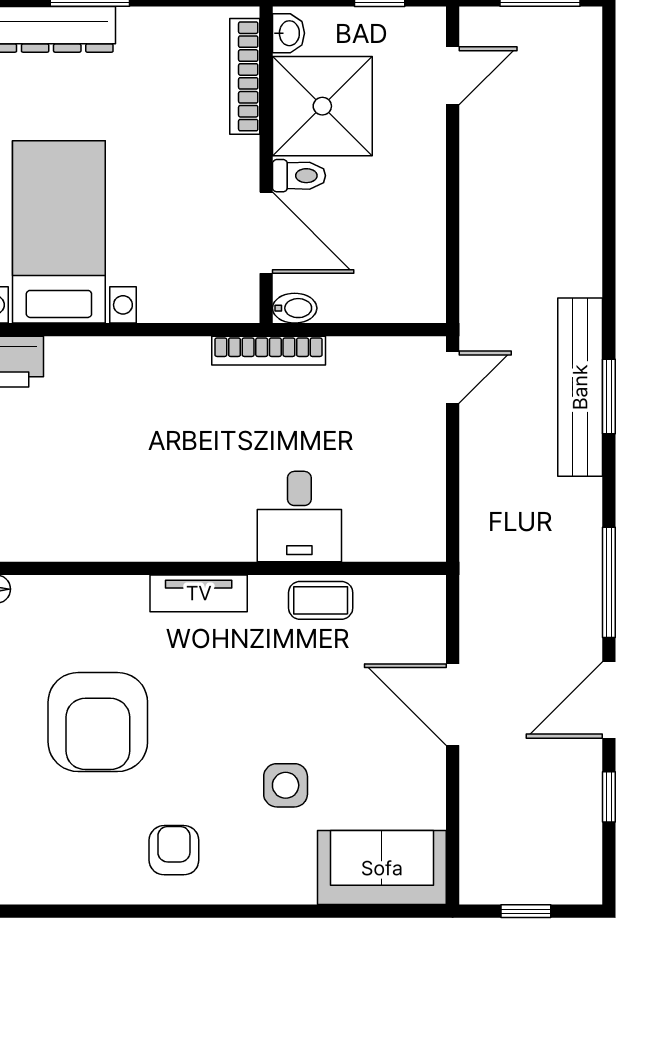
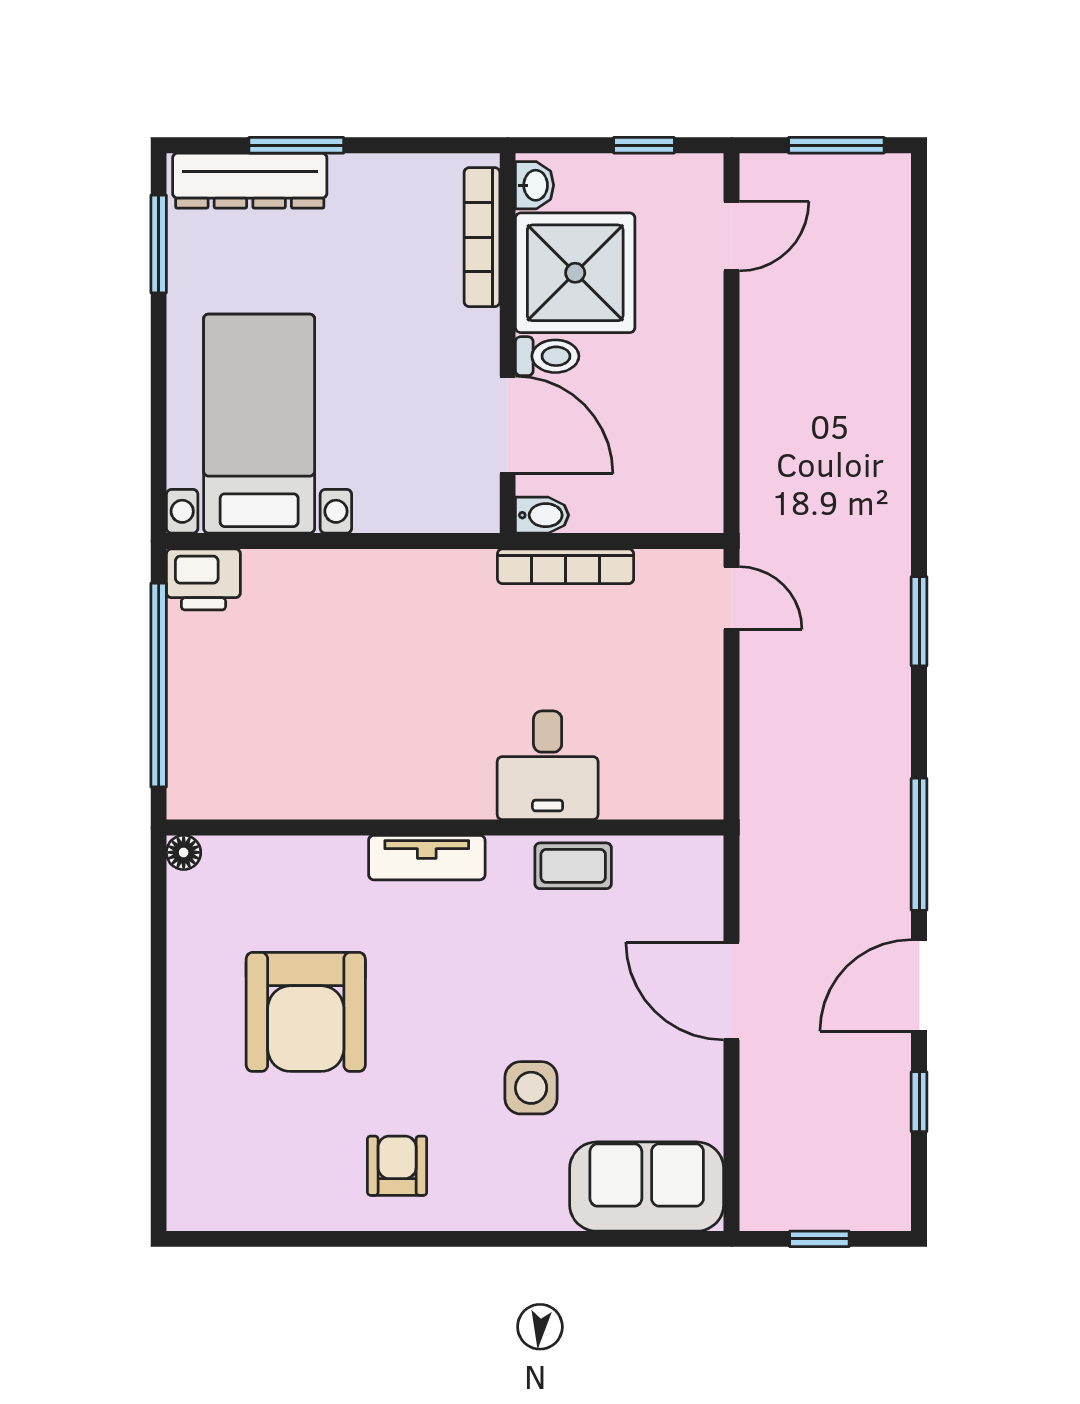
bookcase: (269, 351) -> (566, 566), moved
door: (453, 377) -> (732, 598), hinge flipped
bench: (580, 387) -> (885, 610), removed

